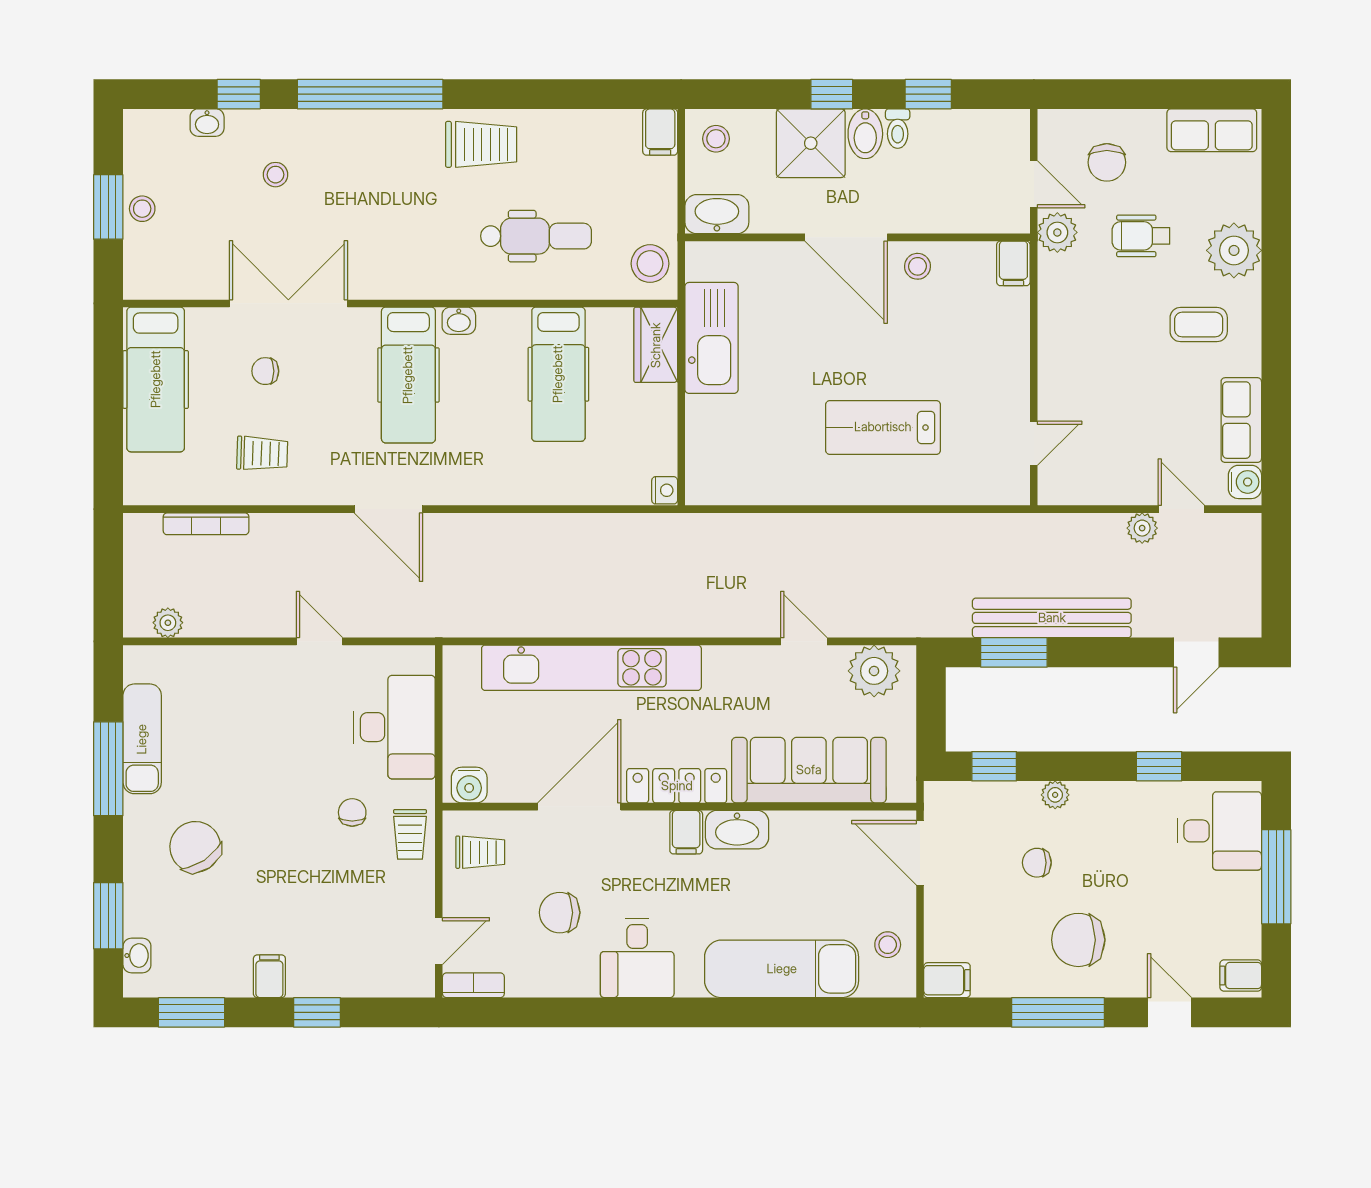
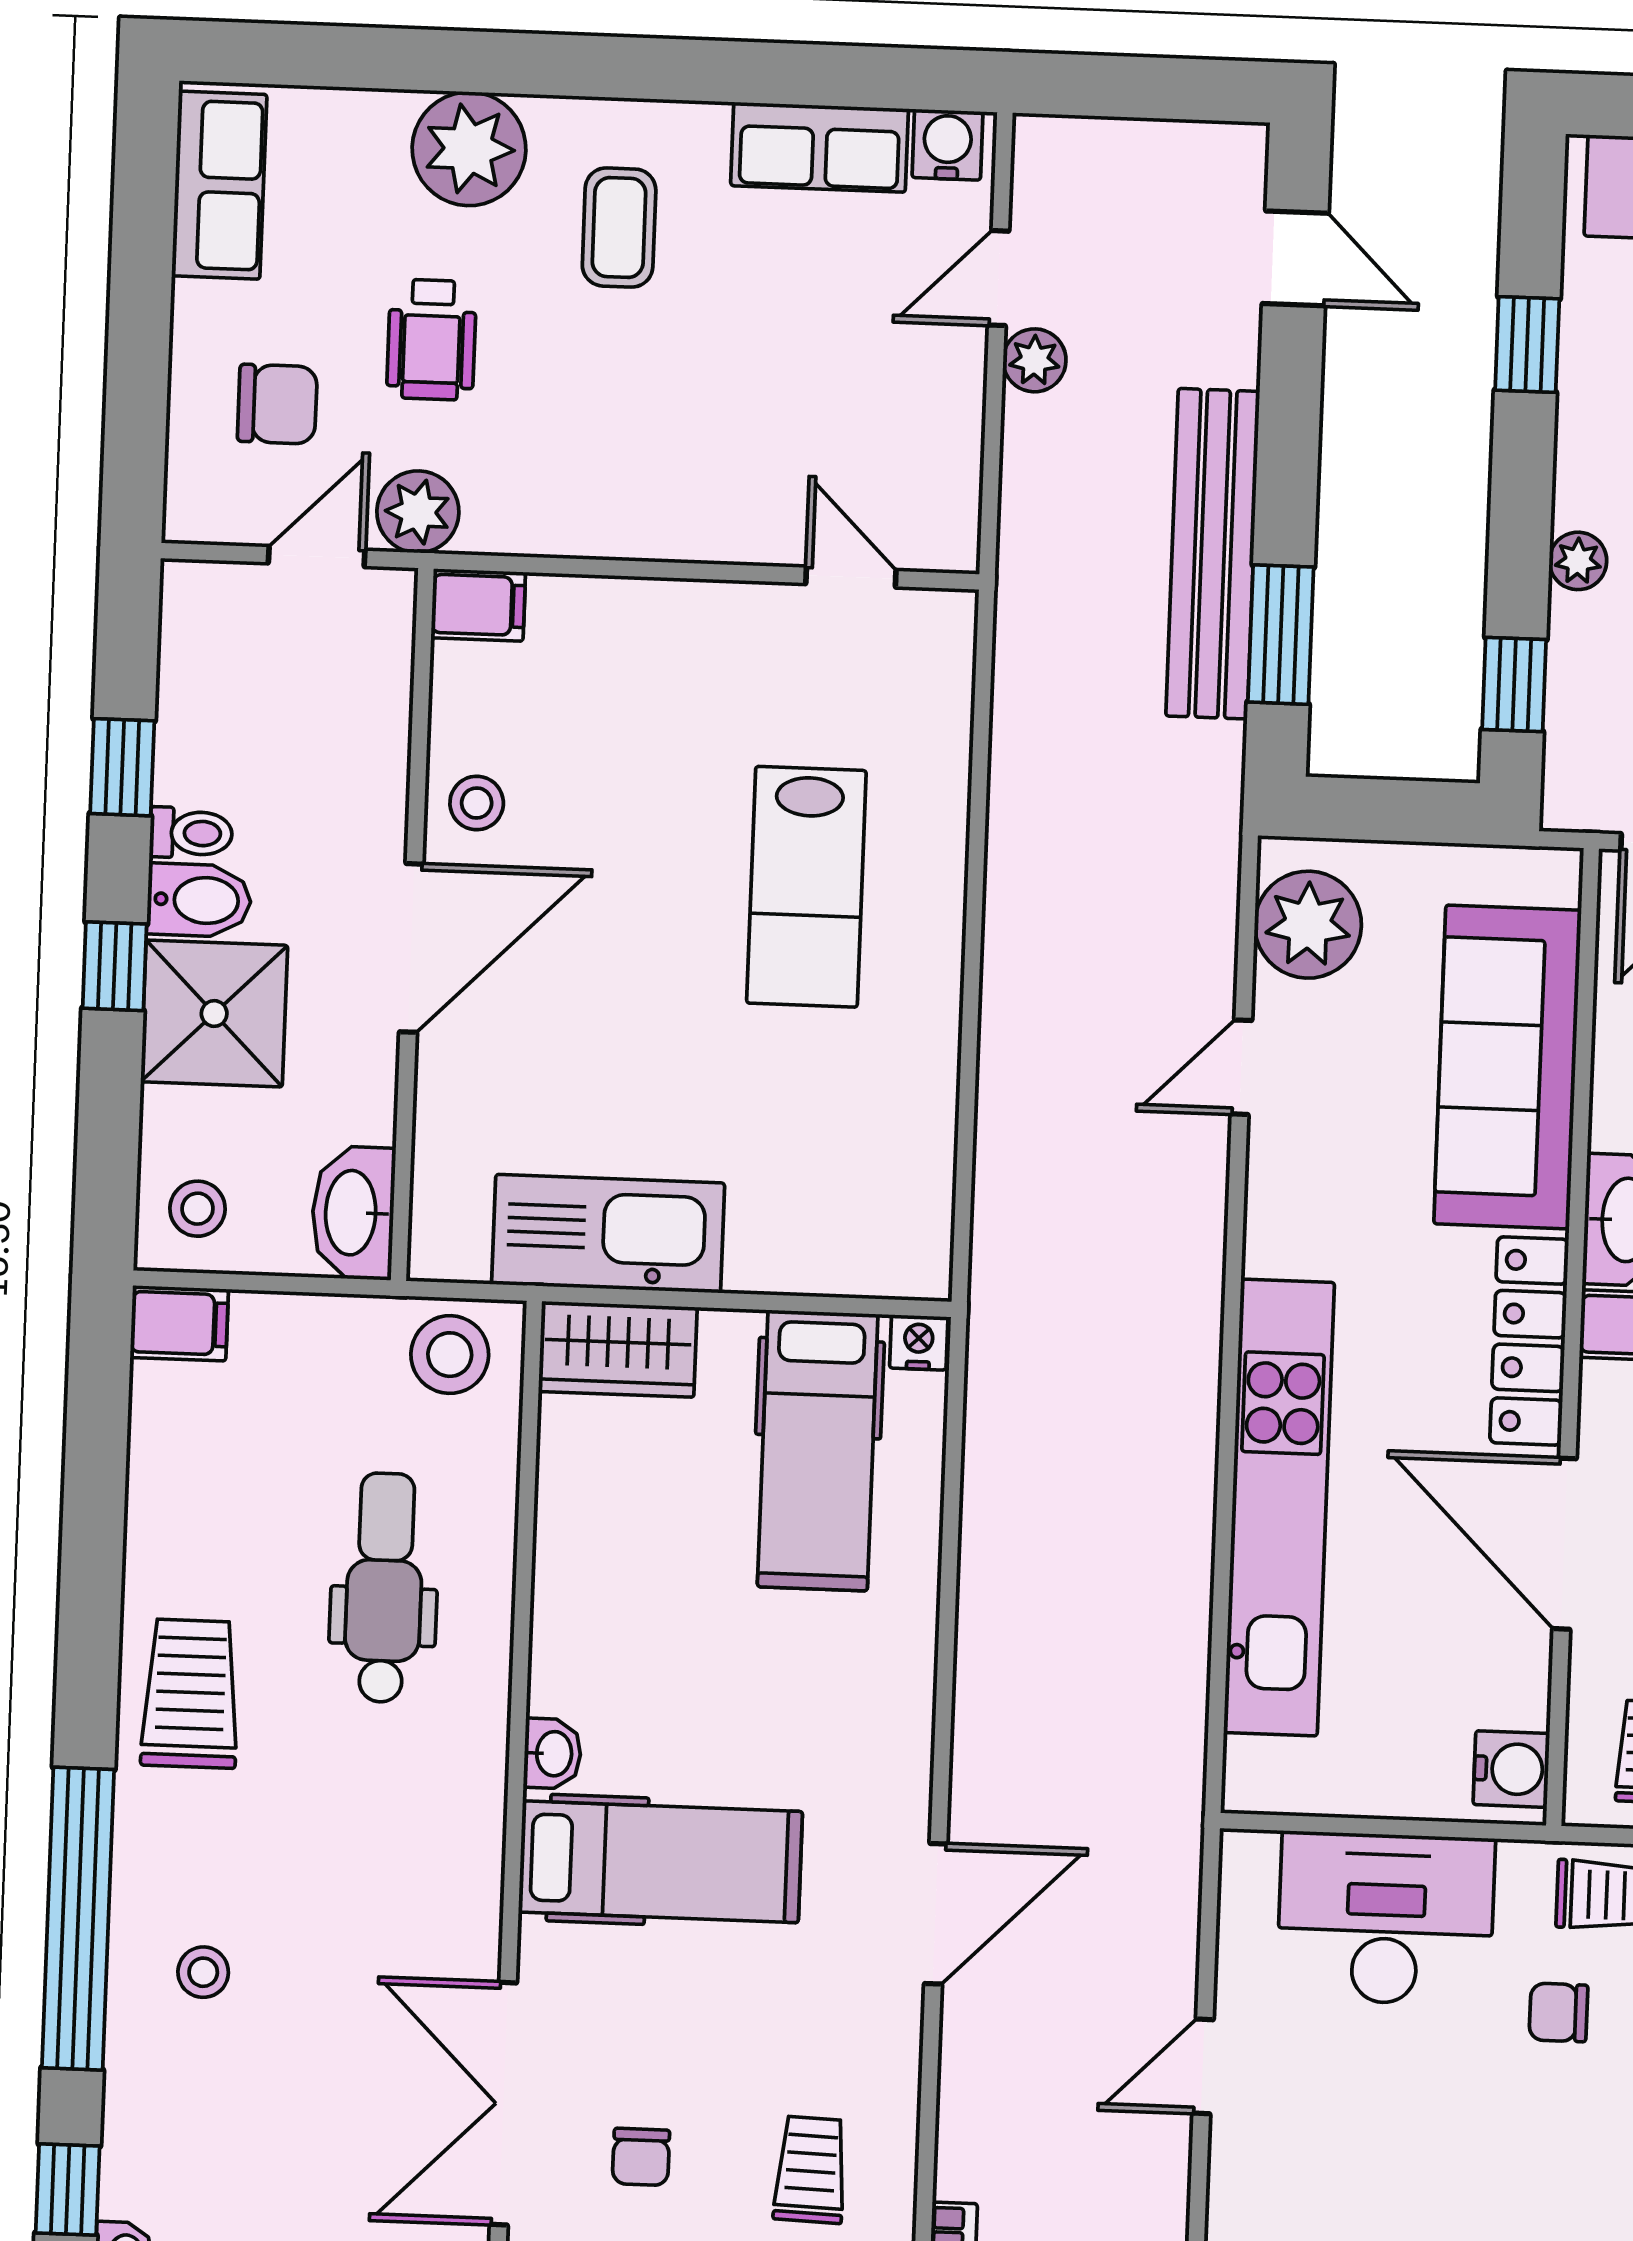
stool: (276, 175) -> (203, 1972), moved
hospital bed: (558, 374) -> (818, 1450), moved, turned 90

